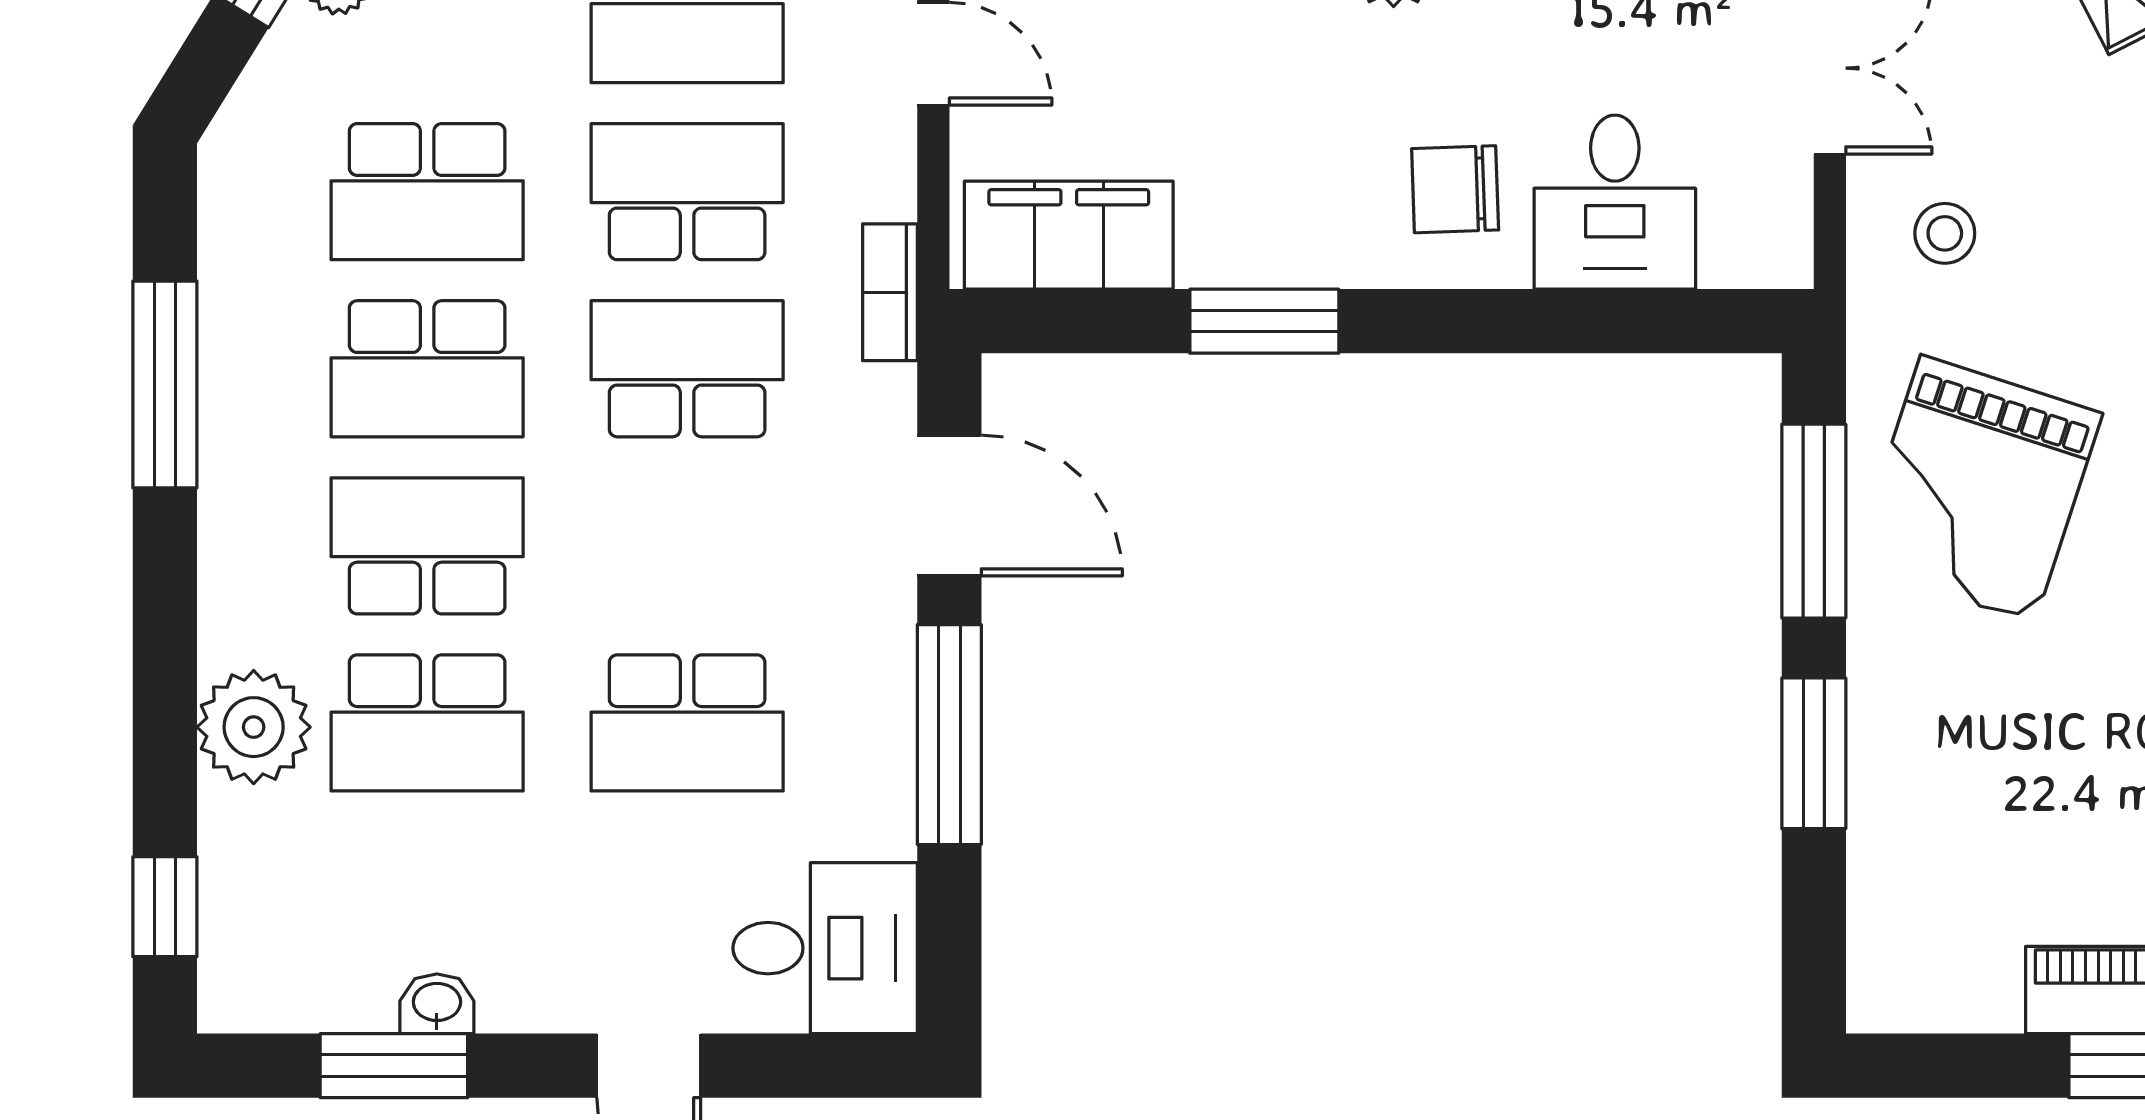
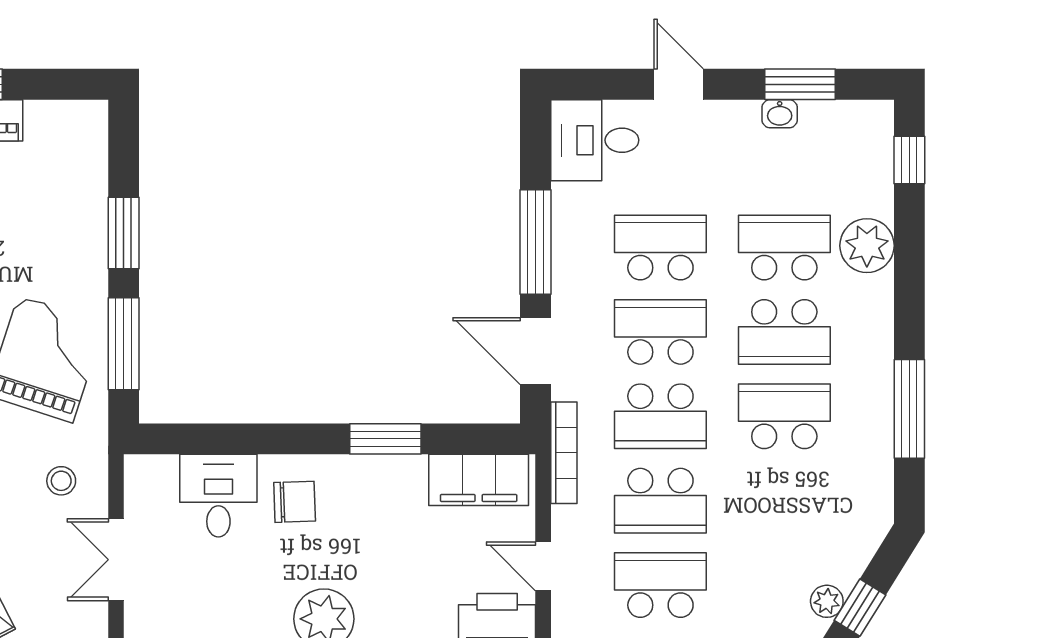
school desk: (427, 192) -> (660, 332), moved
bookcase: (890, 292) -> (564, 453), width x1.56

